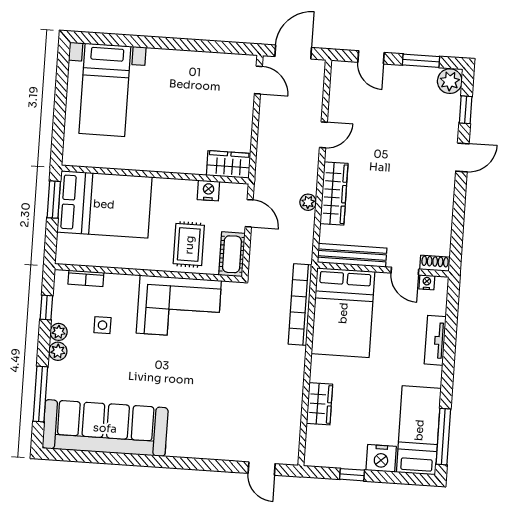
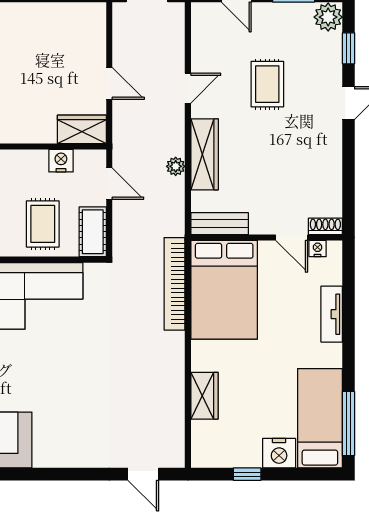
door: (258, 80) -> (109, 83), moved
rug: (393, 136) -> (267, 84), added
bench: (352, 255) -> (220, 224), width x0.73

